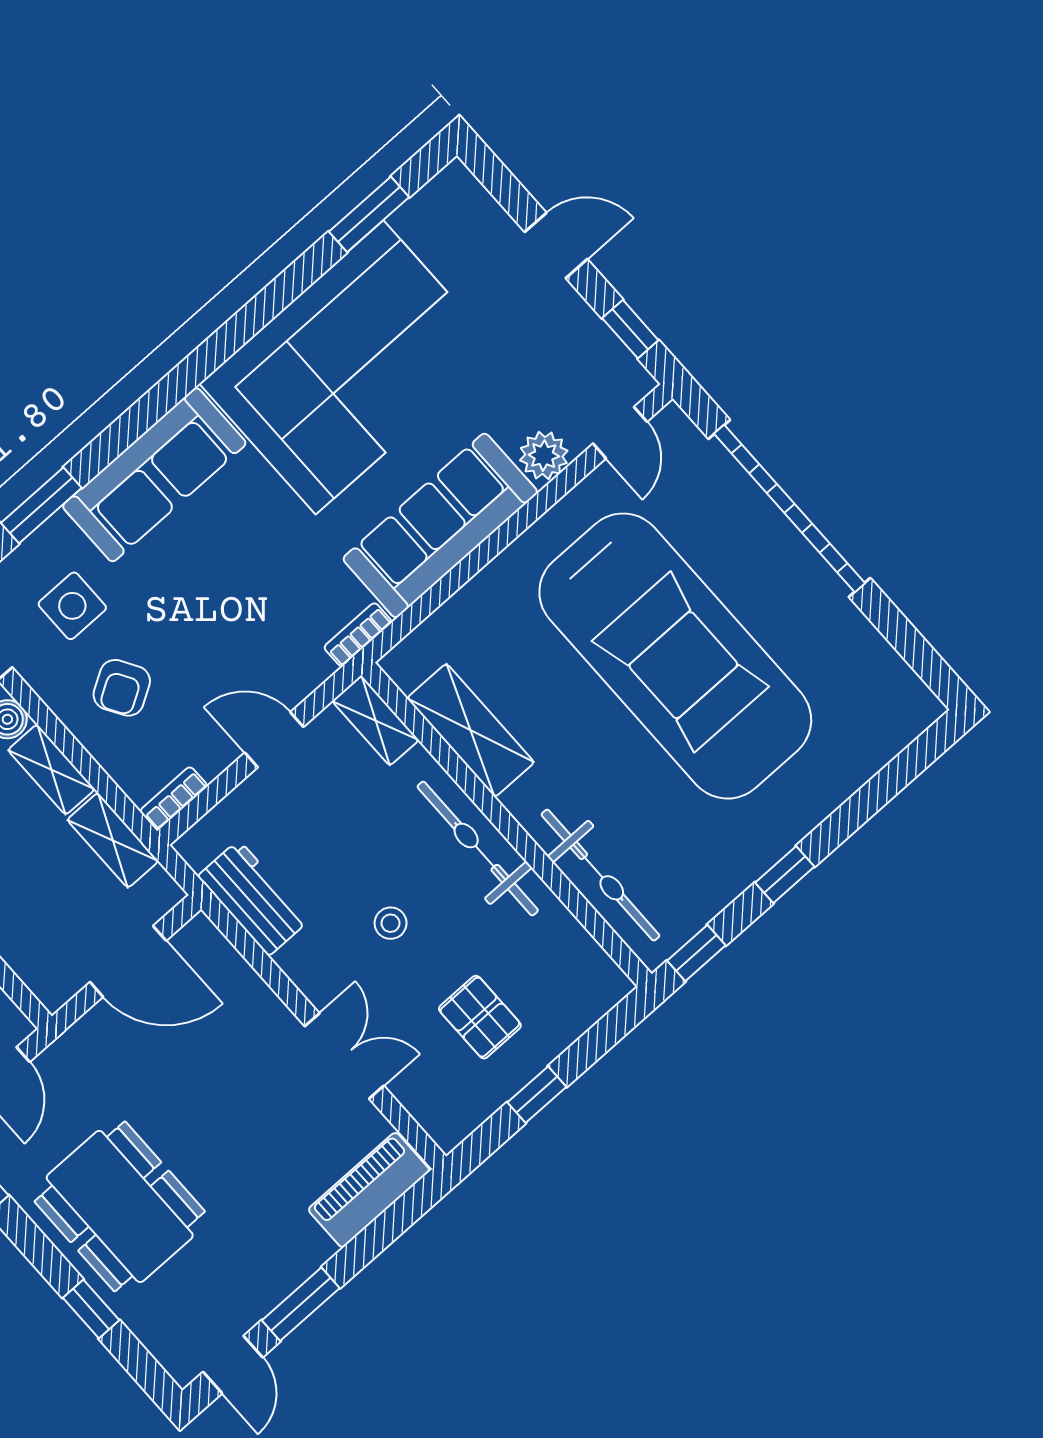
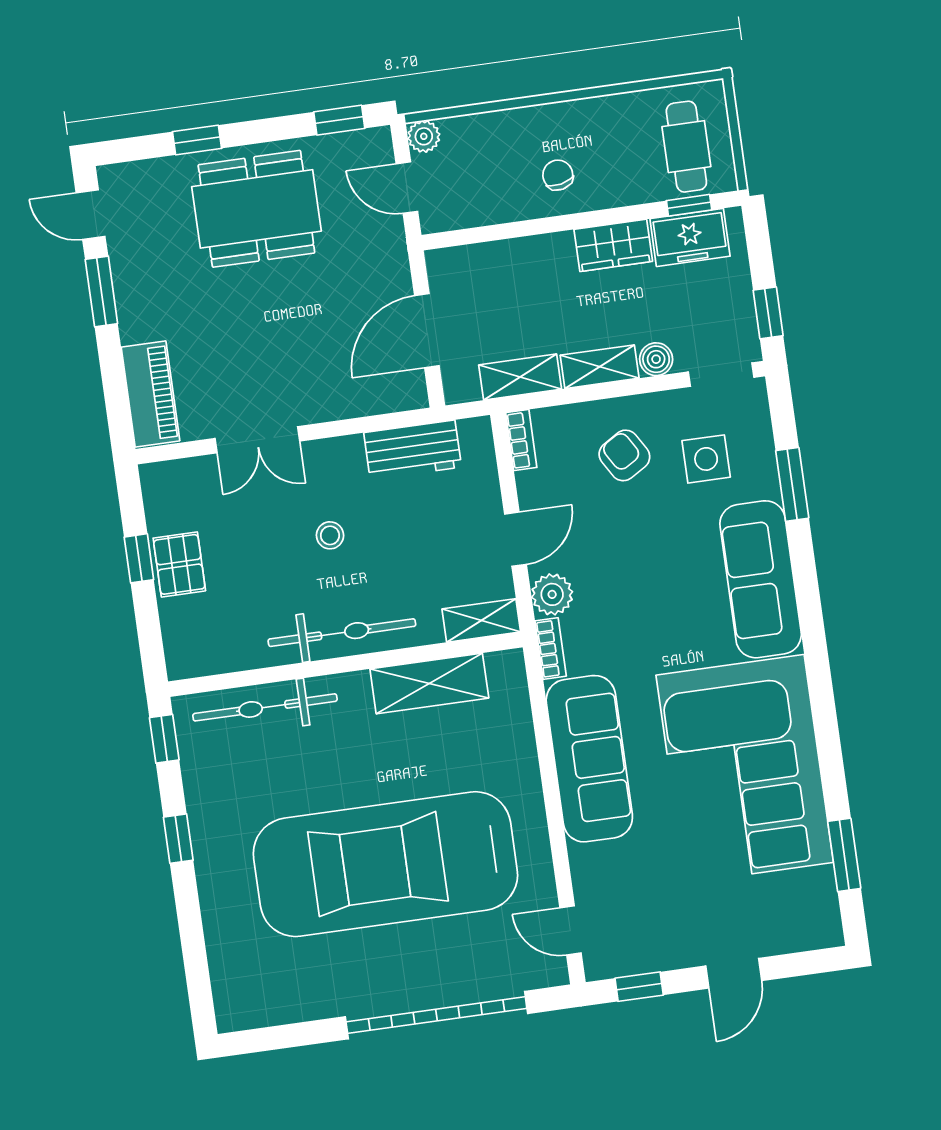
plant: (544, 455) -> (552, 594), moved
pallet: (480, 1017) -> (179, 564), moved, turned 90

